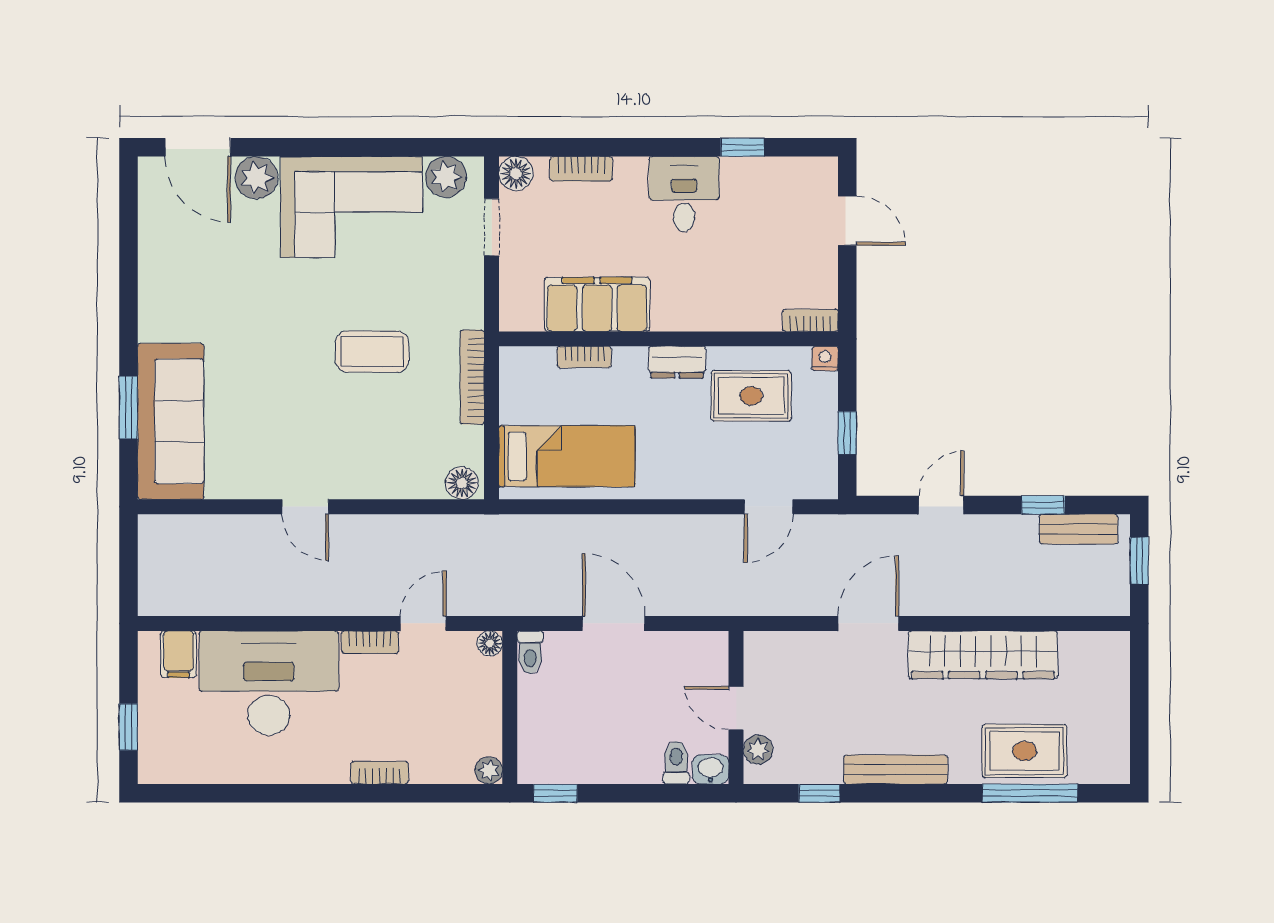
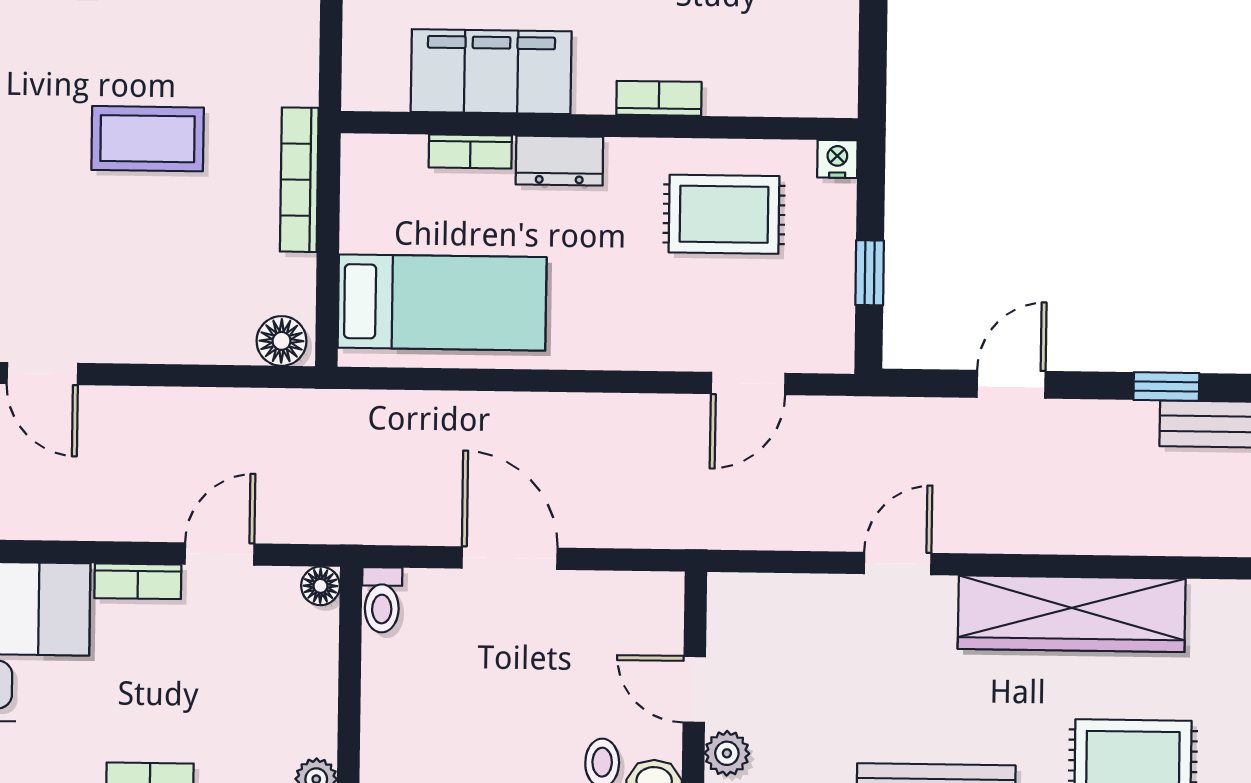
bookcase: (810, 320) -> (659, 98), moved
dresser: (677, 362) -> (559, 161), moved
door: (868, 623) -> (898, 563), width x0.73

